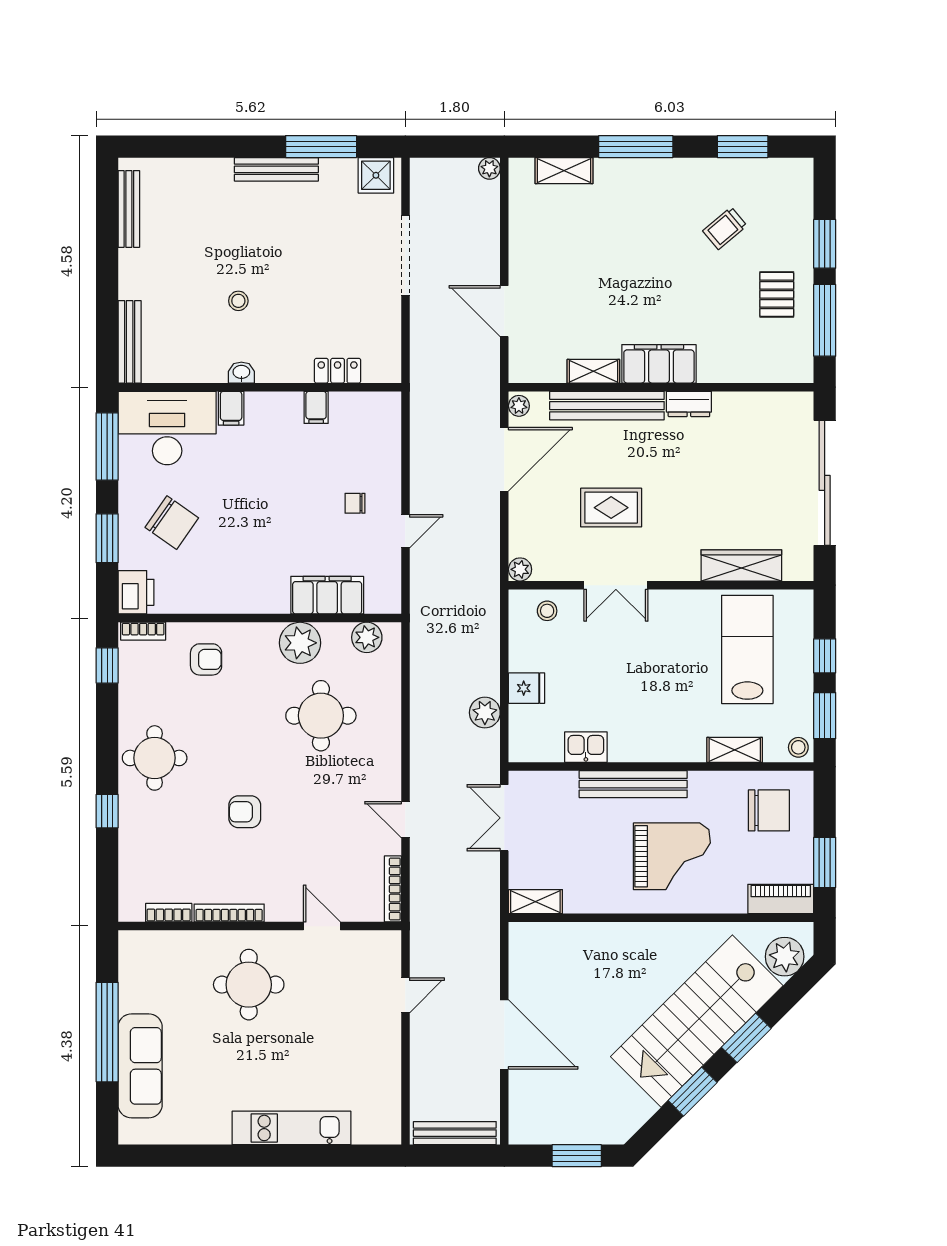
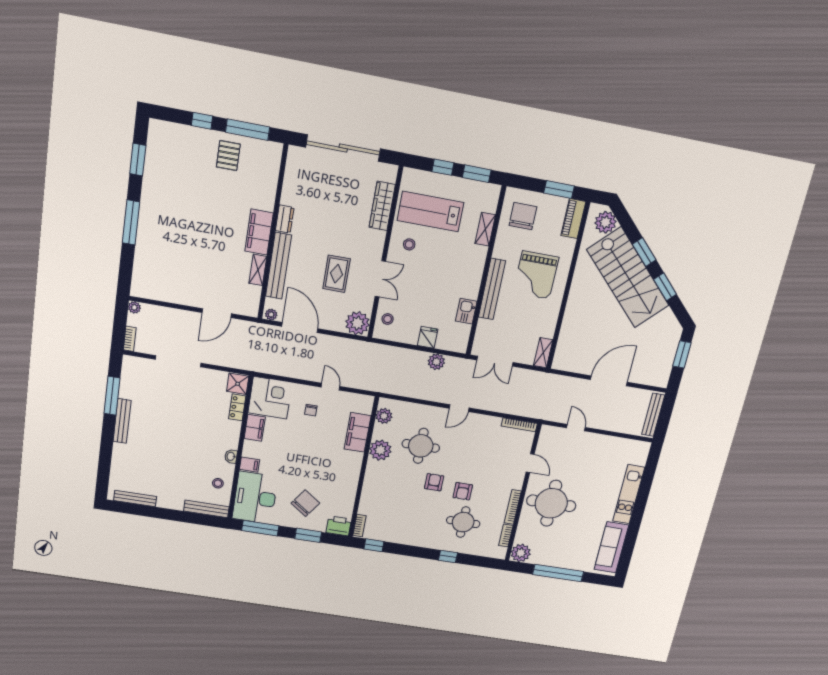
bookcase: (432, 166) -> (130, 339), added
shelving: (564, 171) -> (140, 266), removed
shower: (376, 175) -> (238, 384), moved
trolley: (725, 228) -> (185, 179), removed
window: (825, 244) -> (202, 121), width x0.67
pallet: (777, 294) -> (228, 156), turned 90
stool: (238, 301) -> (218, 483), moved
filing cabinet: (316, 407) -> (255, 428), width x2.00
corner desk: (366, 427) -> (270, 398), added
plant: (520, 569) -> (358, 323), width x1.87, depth x1.87
armchair: (206, 659) -> (434, 482), moved
stool: (798, 747) -> (409, 244), moved
round table: (155, 758) -> (463, 522), moved
door: (405, 820) -> (459, 408), moved
grand piano: (672, 856) -> (536, 275), turned 180
door: (322, 926) -> (530, 463), swing flipped
plant: (137, 950) -> (521, 553), added
round table: (249, 985) -> (551, 503), width x1.36, depth x1.36
sofa: (140, 1066) -> (611, 547), moved, turned -90

